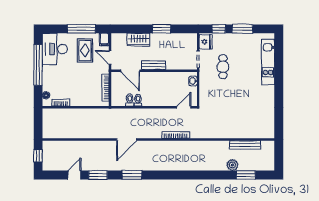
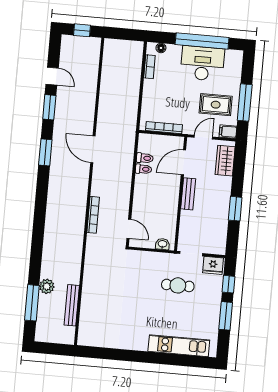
wardrobe: (138, 40) -> (225, 161), moved
desk: (55, 49) -> (202, 63), moved
window: (246, 175) -> (32, 303), width x1.44

